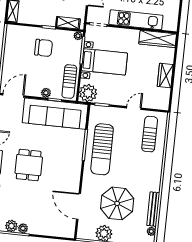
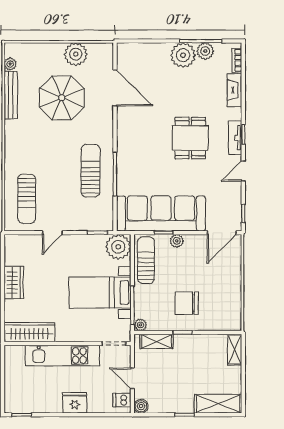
sun lounger: (102, 149) -> (91, 171), width x0.73, depth x0.75
plant: (23, 228) -> (183, 55), width x1.87, depth x1.87

